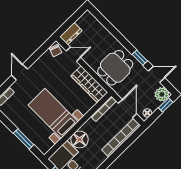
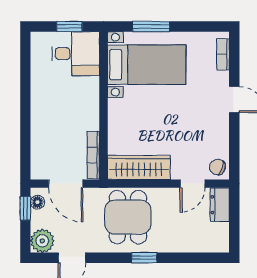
window: (140, 58) -> (144, 258), moved
window: (166, 105) -> (25, 208), moved
bed with nightstands: (53, 113) -> (147, 65), moved
bookcase: (121, 138) -> (39, 142), removed
floor lamp: (80, 140) -> (85, 92), removed

